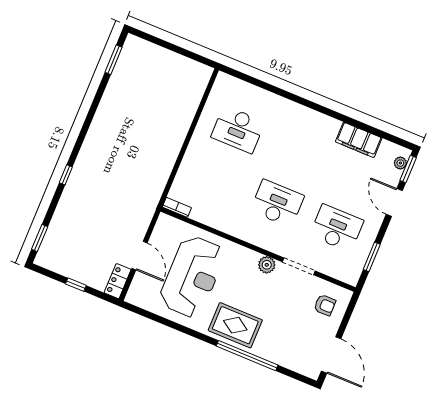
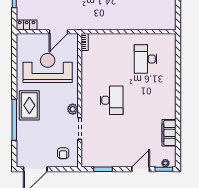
desk: (337, 228) -> (112, 141), removed
door: (140, 256) -> (58, 32), moved
reception desk: (192, 277) -> (48, 68), turned 180

